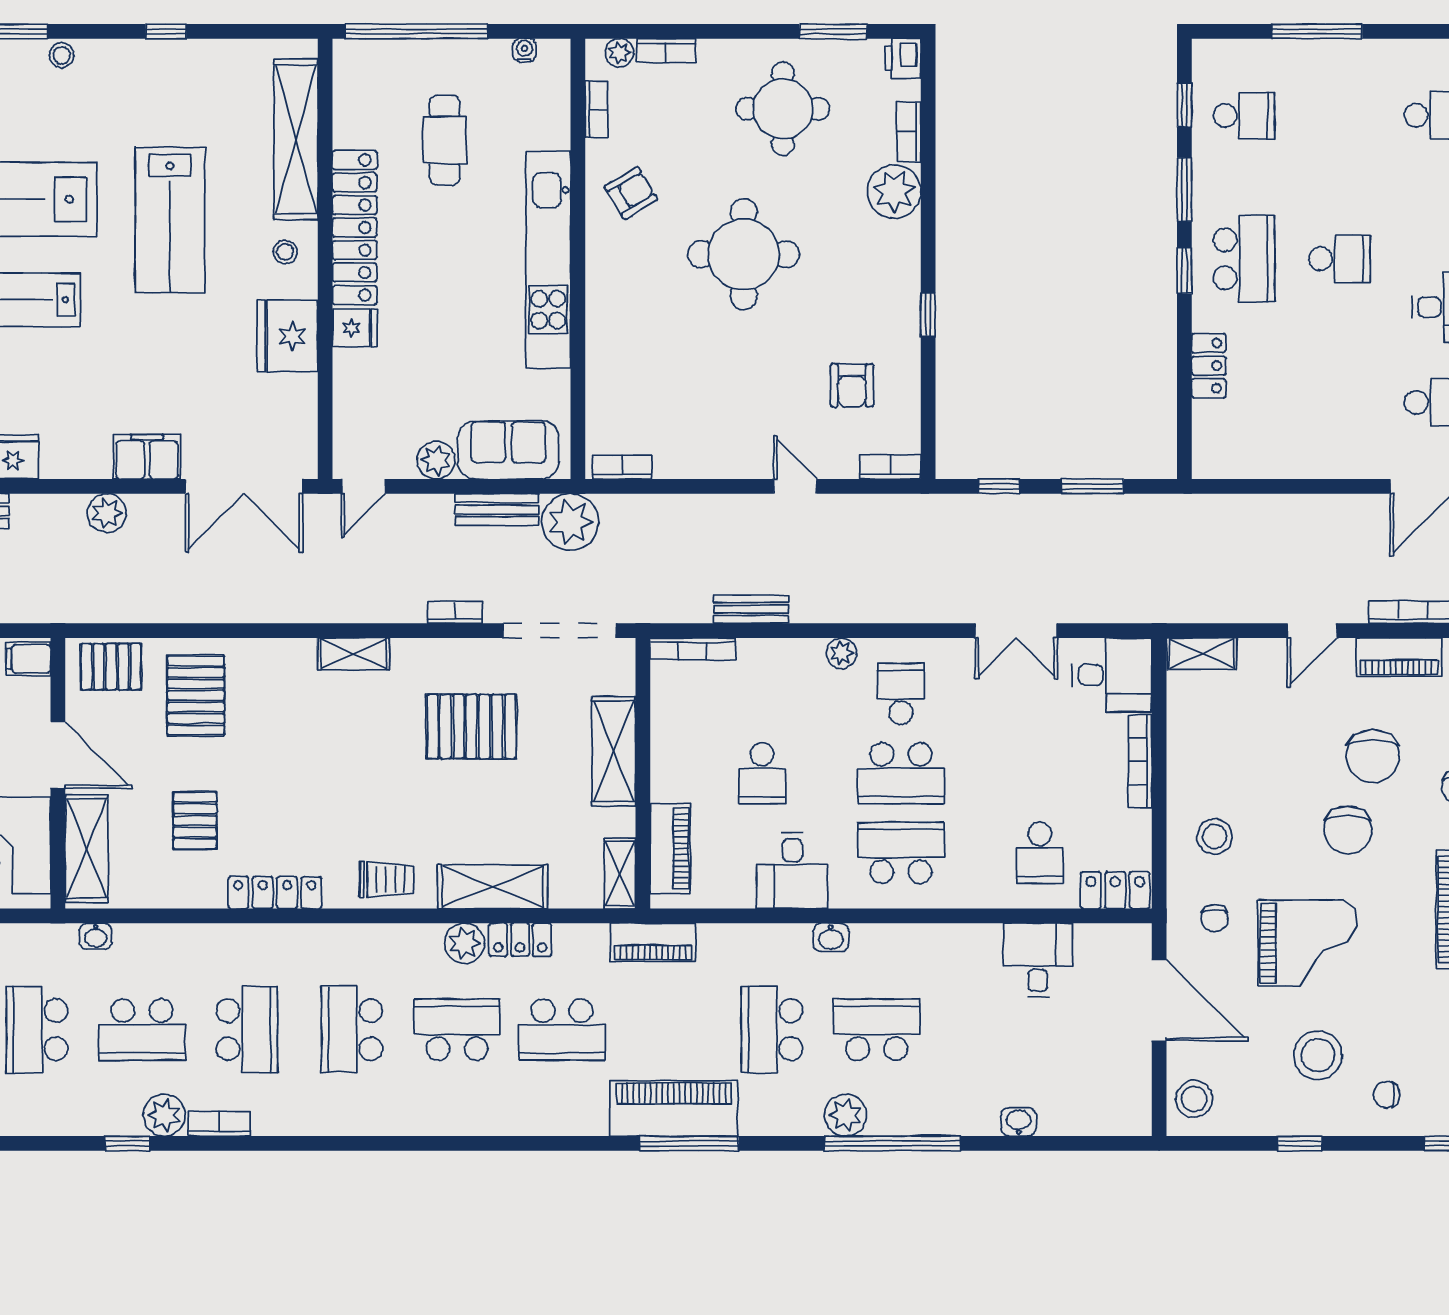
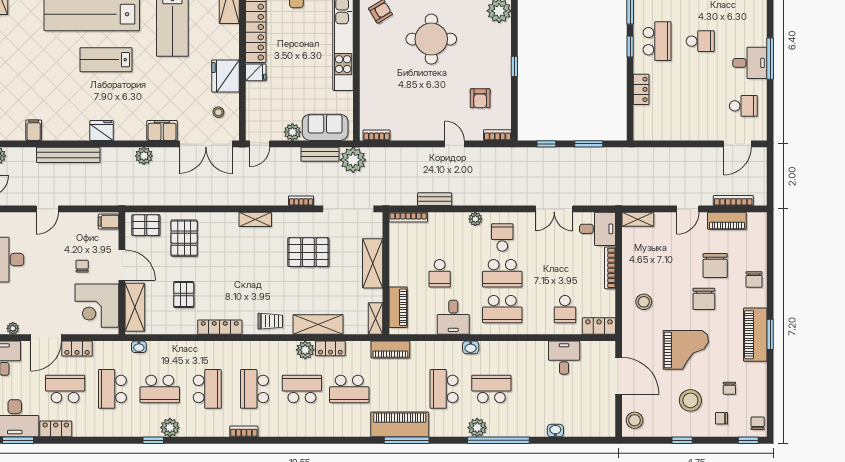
stool: (285, 252) -> (218, 112), moved
school desk: (901, 853) -> (502, 309), turned 180
chair: (1214, 918) -> (729, 388), moved
bookcase: (219, 1124) -> (244, 431), moved

